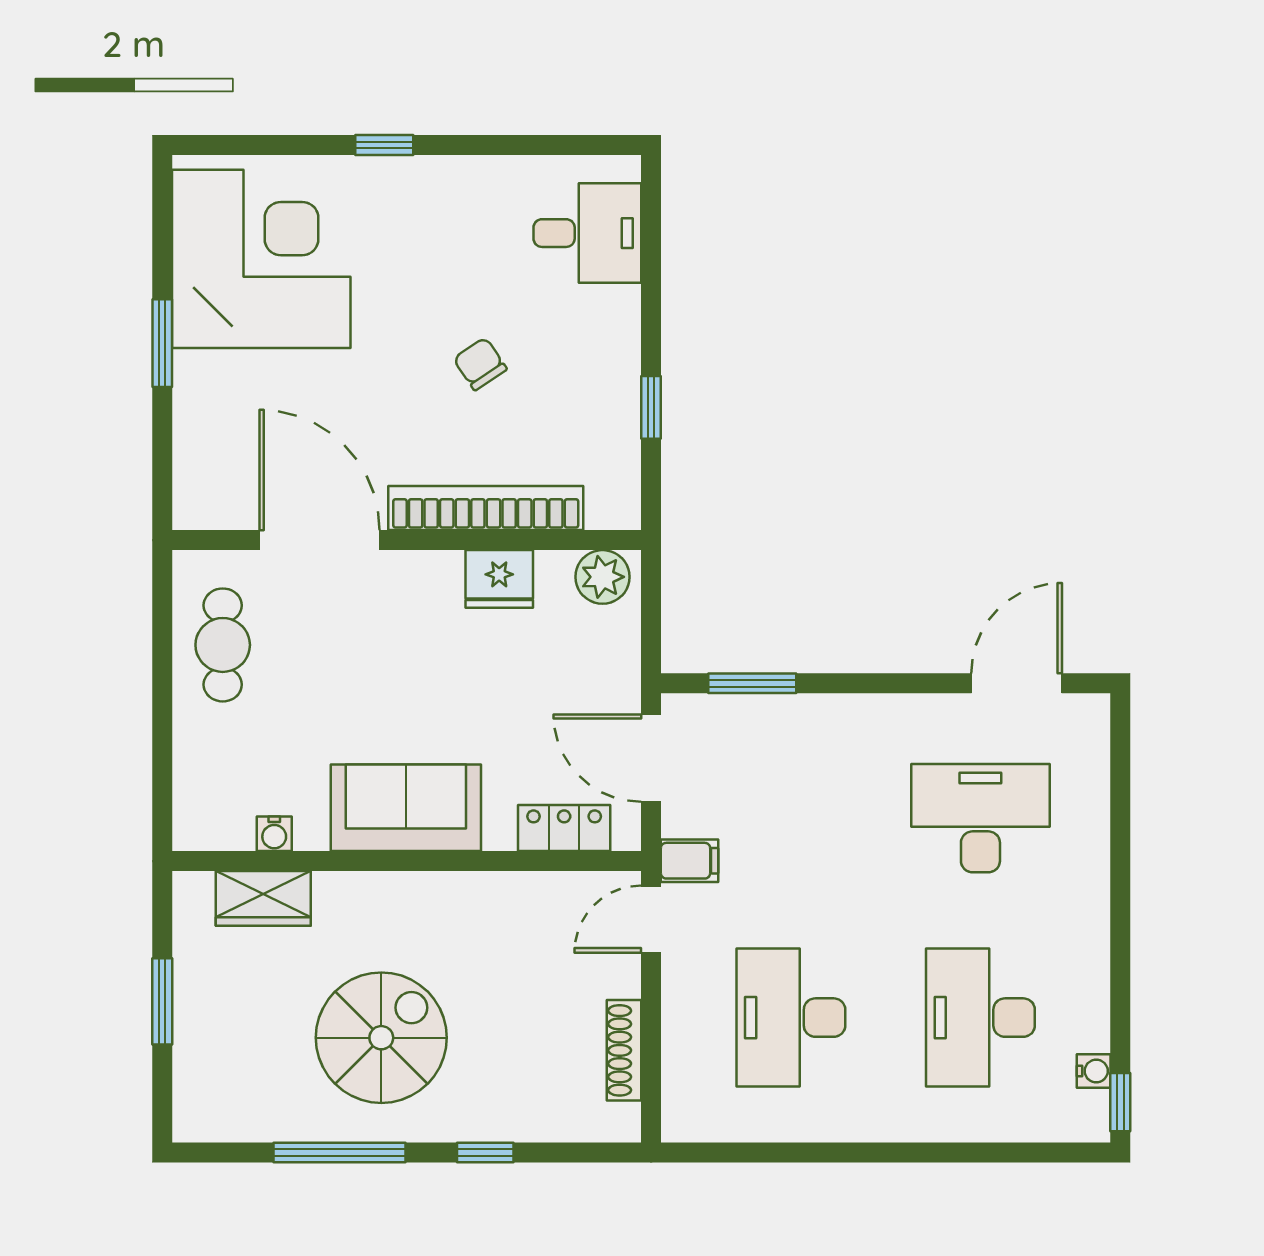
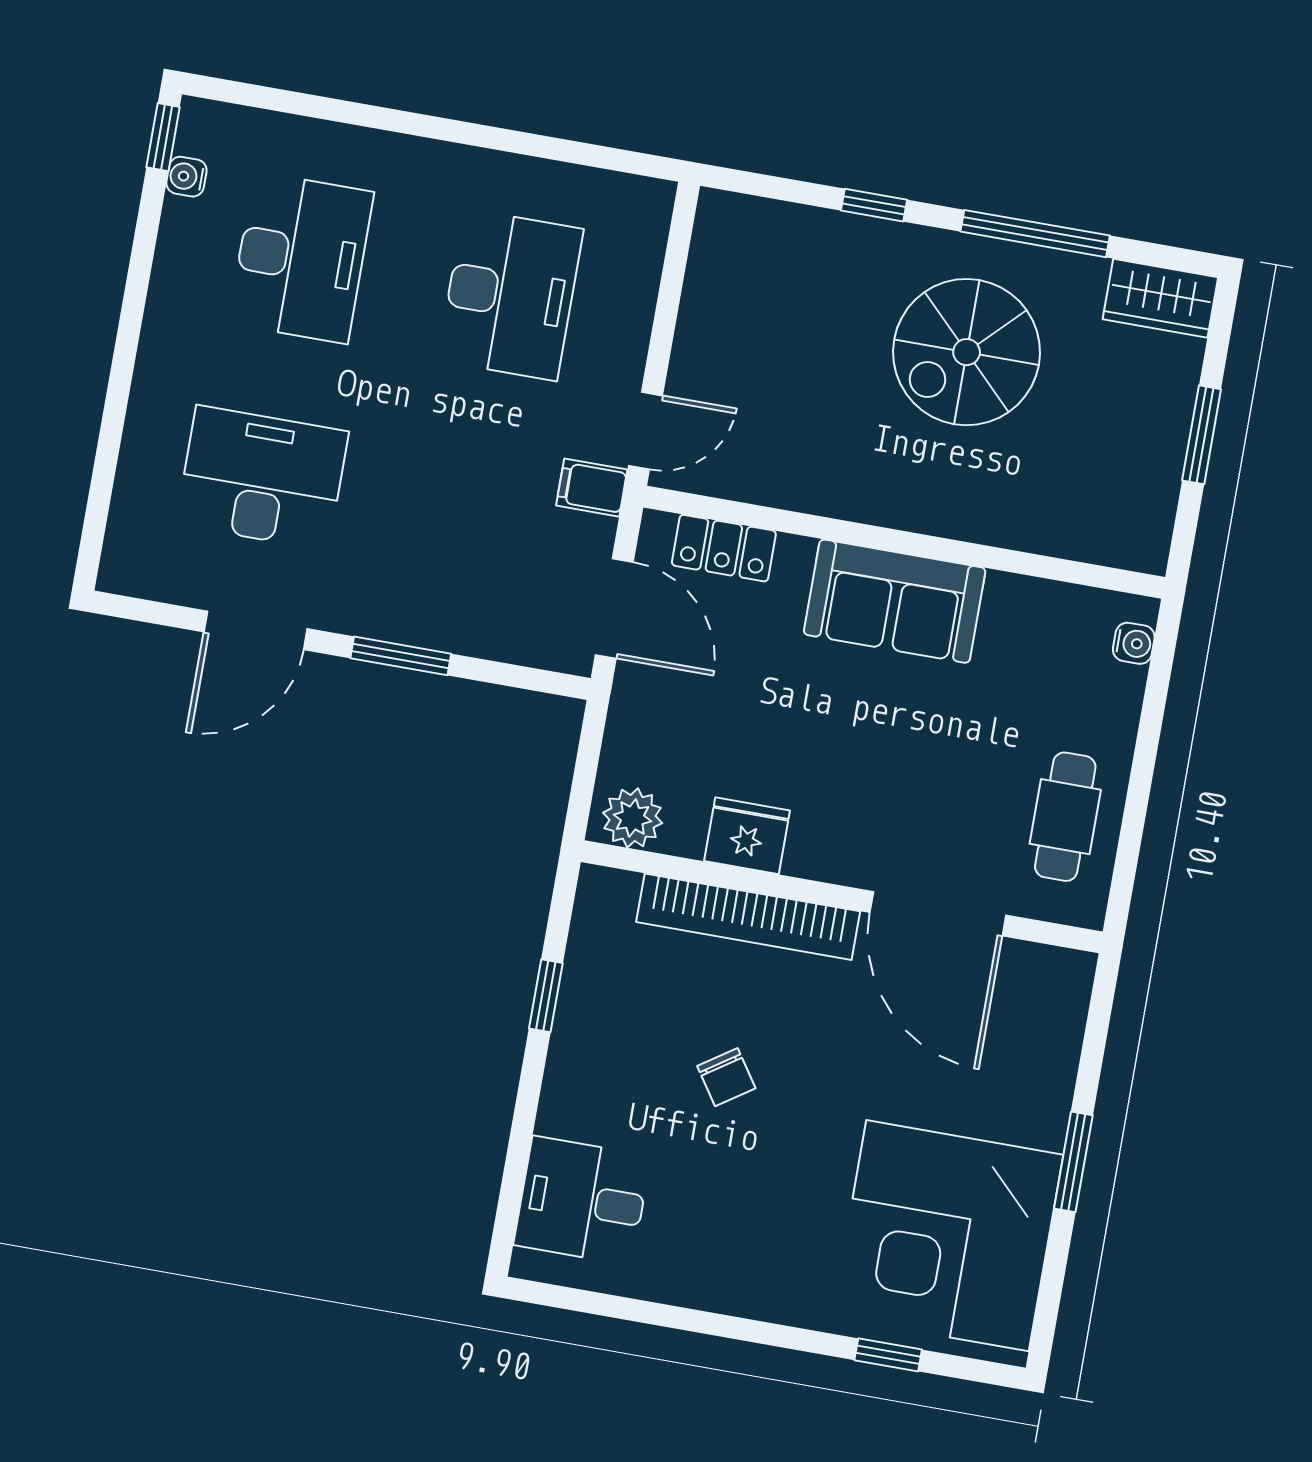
window: (384, 145) -> (888, 1355), moved
window: (752, 683) -> (401, 656), moved
door: (1017, 683) -> (256, 630), moved
desk: (980, 818) -> (262, 478), turned 180
water cooler: (274, 834) -> (1134, 643), moved, turned 90
wardrobe: (263, 898) -> (1160, 298), moved, turned 180
shoe rack: (624, 1050) -> (701, 291), removed

